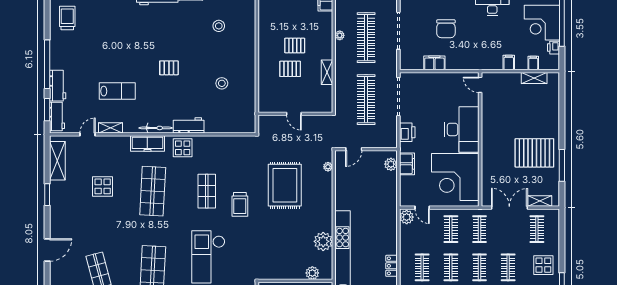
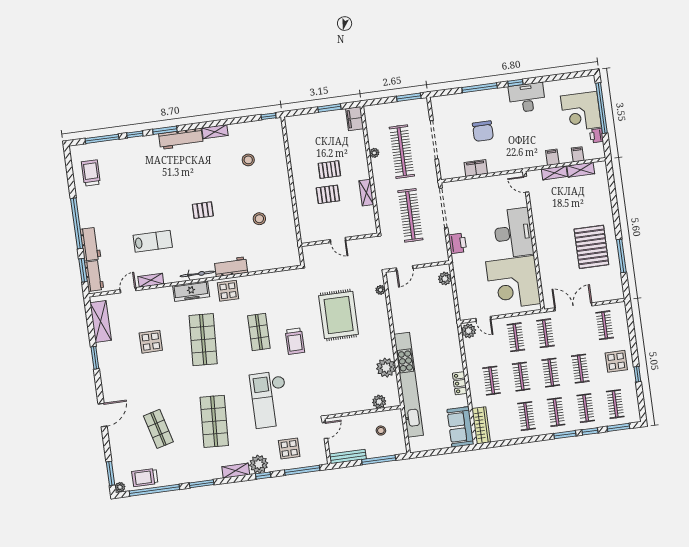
pallet: (534, 153) -> (591, 247), turned 90
filing cabinet: (407, 164) -> (462, 276), removed
shelving: (540, 201) -> (554, 173), moved

